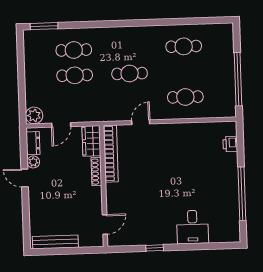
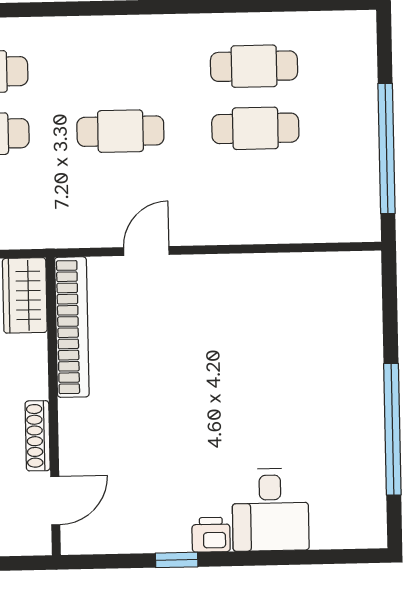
cafe table: (185, 97) -> (255, 128), moved
printer: (230, 144) -> (211, 535), moved, turned 90
shoe rack: (96, 171) -> (38, 436), moved

